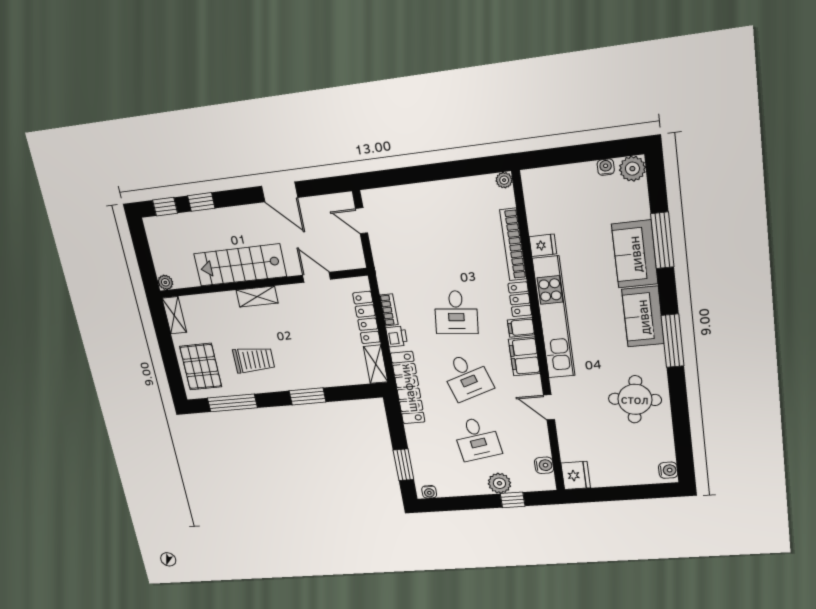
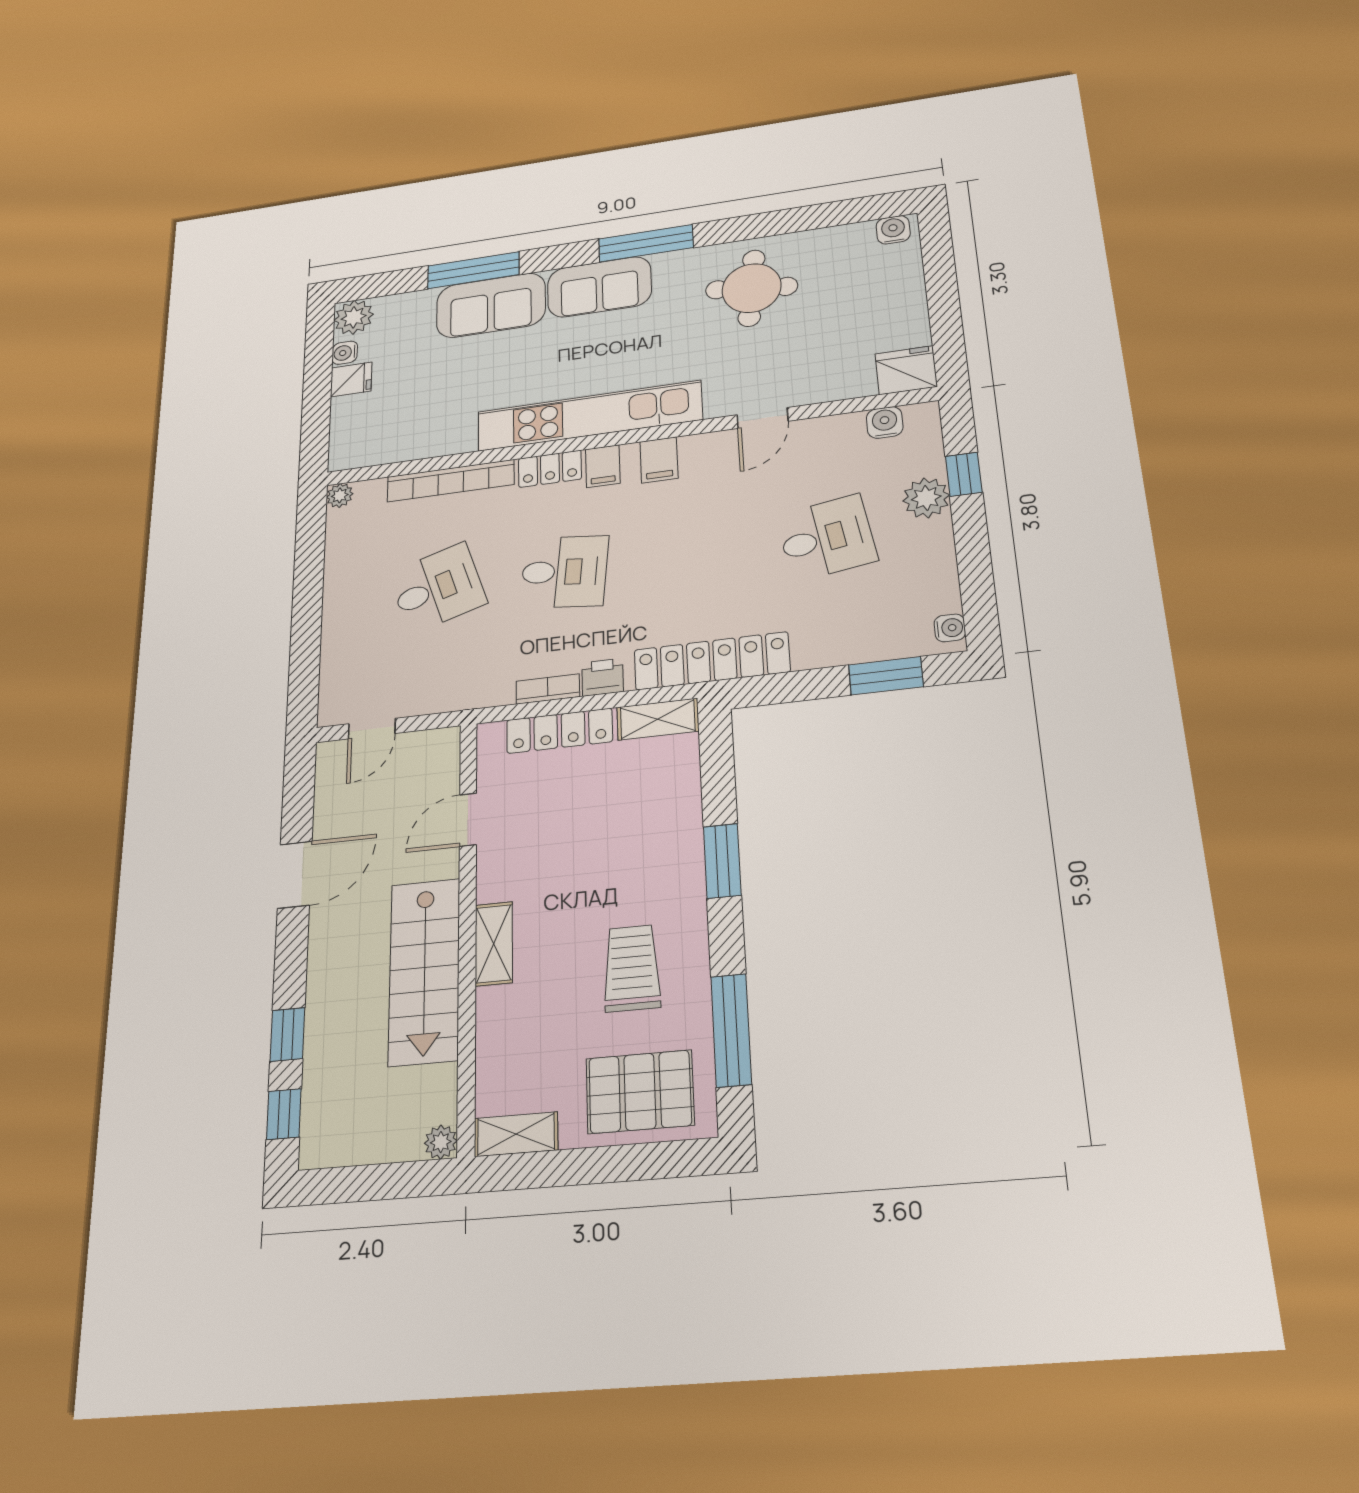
fridge: (543, 245) -> (351, 379), moved, turned 90
filing cabinet: (524, 356) -> (659, 460), width x0.50
desk: (467, 377) -> (437, 588), moved

